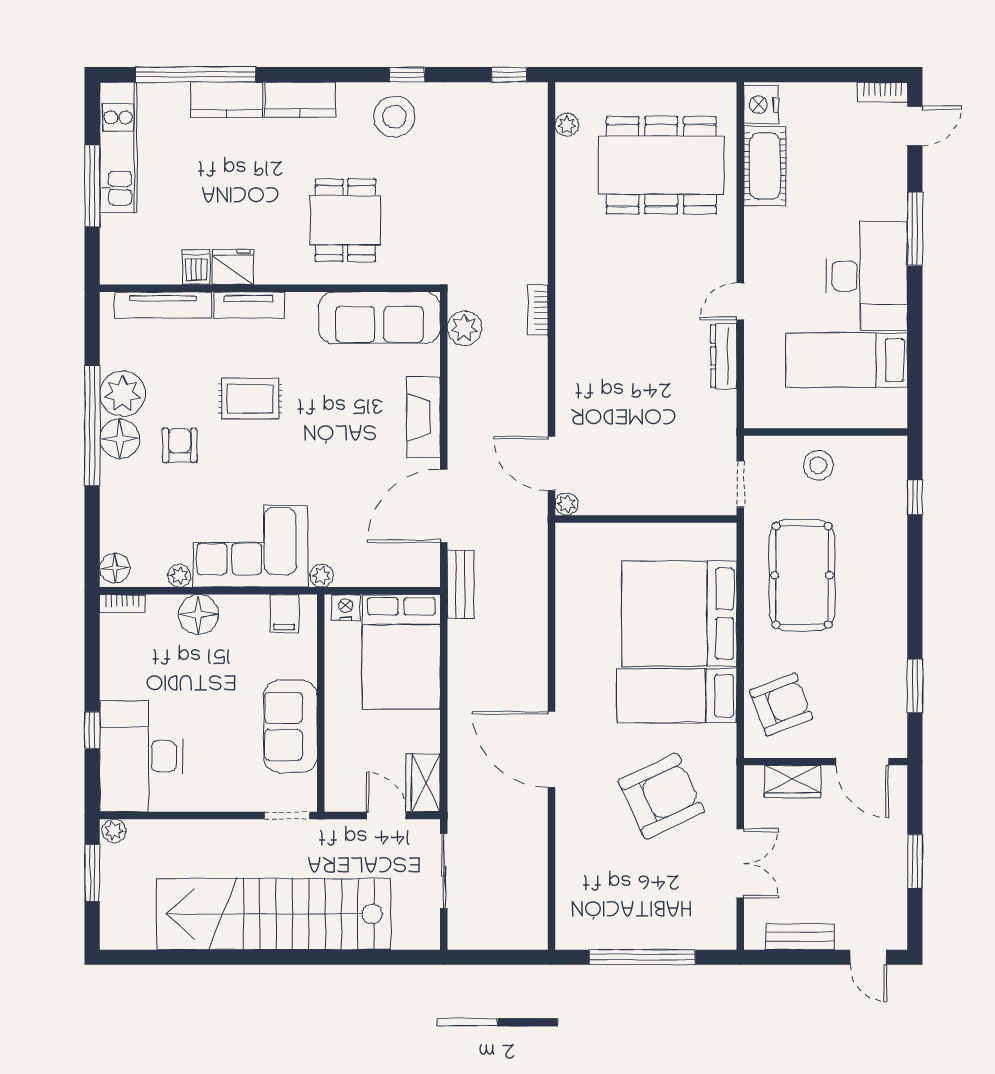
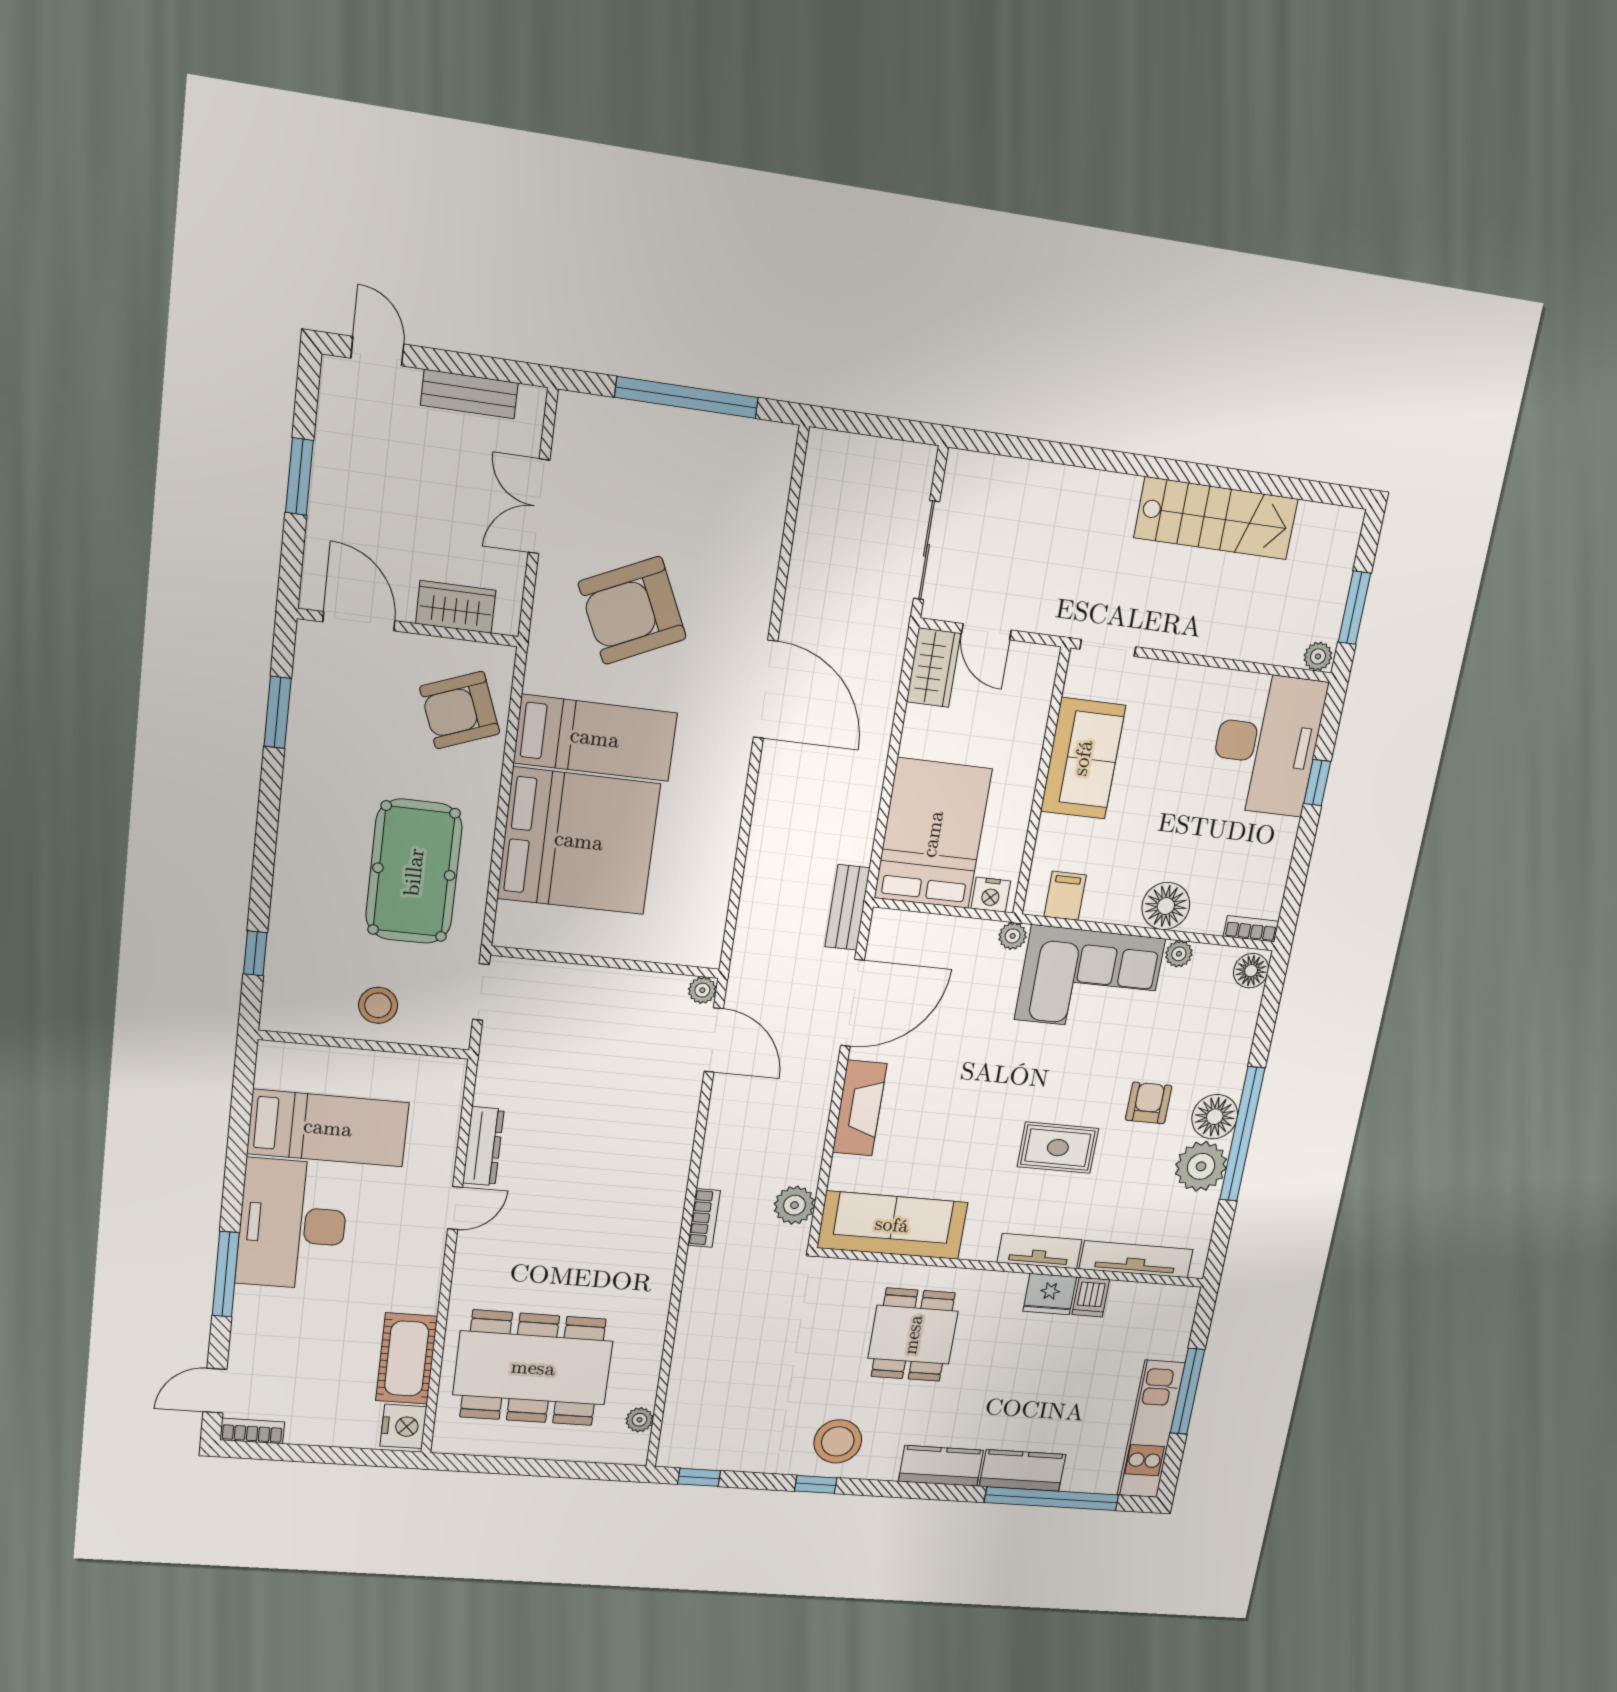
armchair: (180, 445) -> (1149, 1103), turned 180
stairs: (274, 914) -> (1216, 518), width x0.54, depth x0.66

